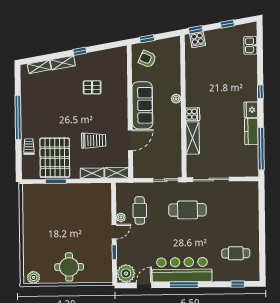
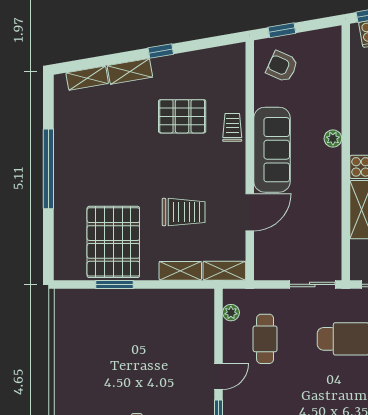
pallet: (92, 87) -> (182, 116), width x1.50, depth x1.42
trolley: (29, 147) -> (232, 127), moved
plant: (121, 217) -> (231, 313), moved

